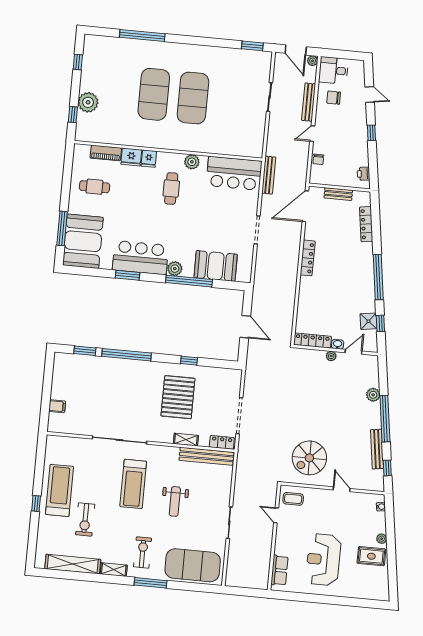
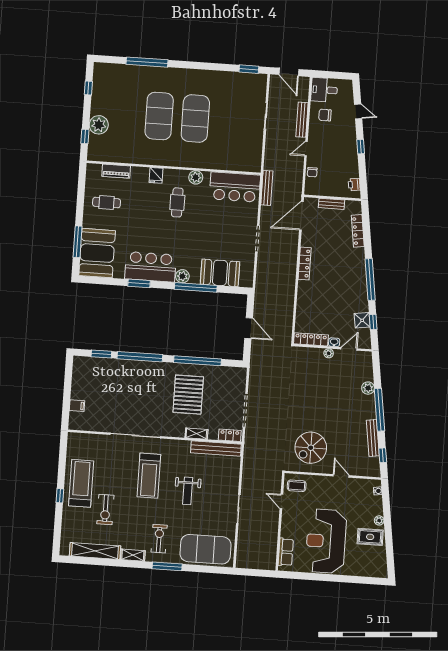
plant: (313, 61) -> (305, 81), removed
fridge: (131, 157) -> (140, 174), removed
window: (189, 361) -> (198, 361), width x3.17
reception desk: (323, 560) -> (326, 541), width x1.36, depth x1.30

